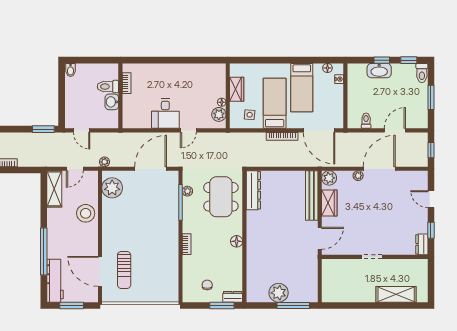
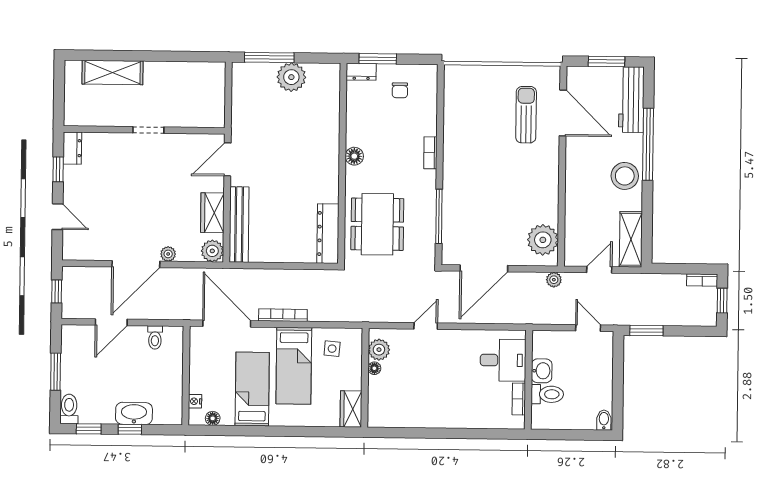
wardrobe: (237, 89) -> (351, 409), moved
desk: (165, 114) -> (503, 360), moved, turned 90
plant: (187, 191) -> (428, 233), removed
stool: (86, 213) -> (625, 176), moved

